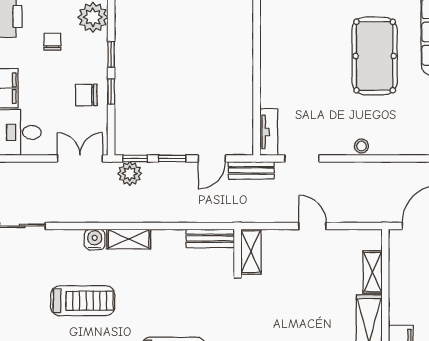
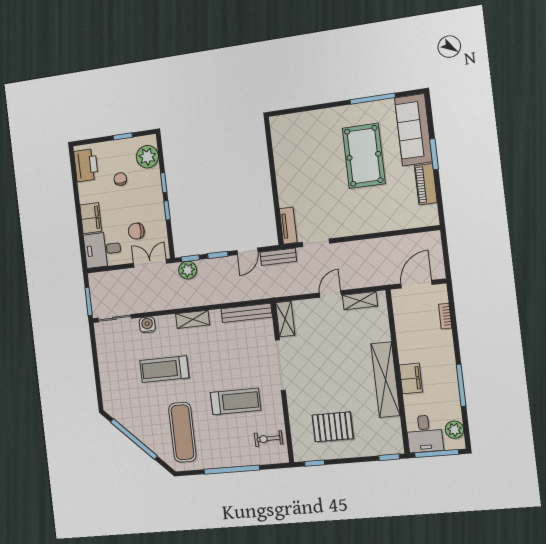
chair: (86, 95) -> (136, 231), moved
stool: (361, 146) -> (362, 227), removed
door: (312, 226) -> (330, 294), hinge flipped
bench: (210, 238) -> (247, 313), width x1.36
water cooler: (95, 239) -> (147, 325), moved
shelving: (373, 272) -> (360, 301), moved, turned 90
treadmill: (83, 301) -> (164, 369), turned 180

